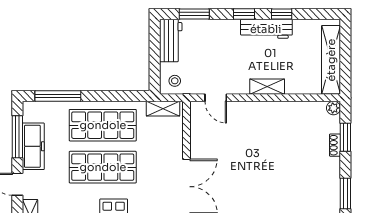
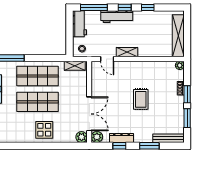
window: (194, 14) -> (94, 8), width x1.44
workbench: (266, 29) -> (117, 17), moved
shelving: (267, 87) -> (127, 52), moved
window: (345, 137) -> (187, 94), moved
rug: (270, 163) -> (141, 99), added

